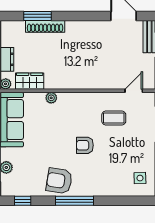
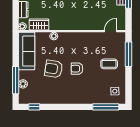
coffee table: (114, 118) -> (109, 64), moved
armchair: (59, 181) -> (54, 69), moved
window: (75, 201) -> (106, 107), moved

